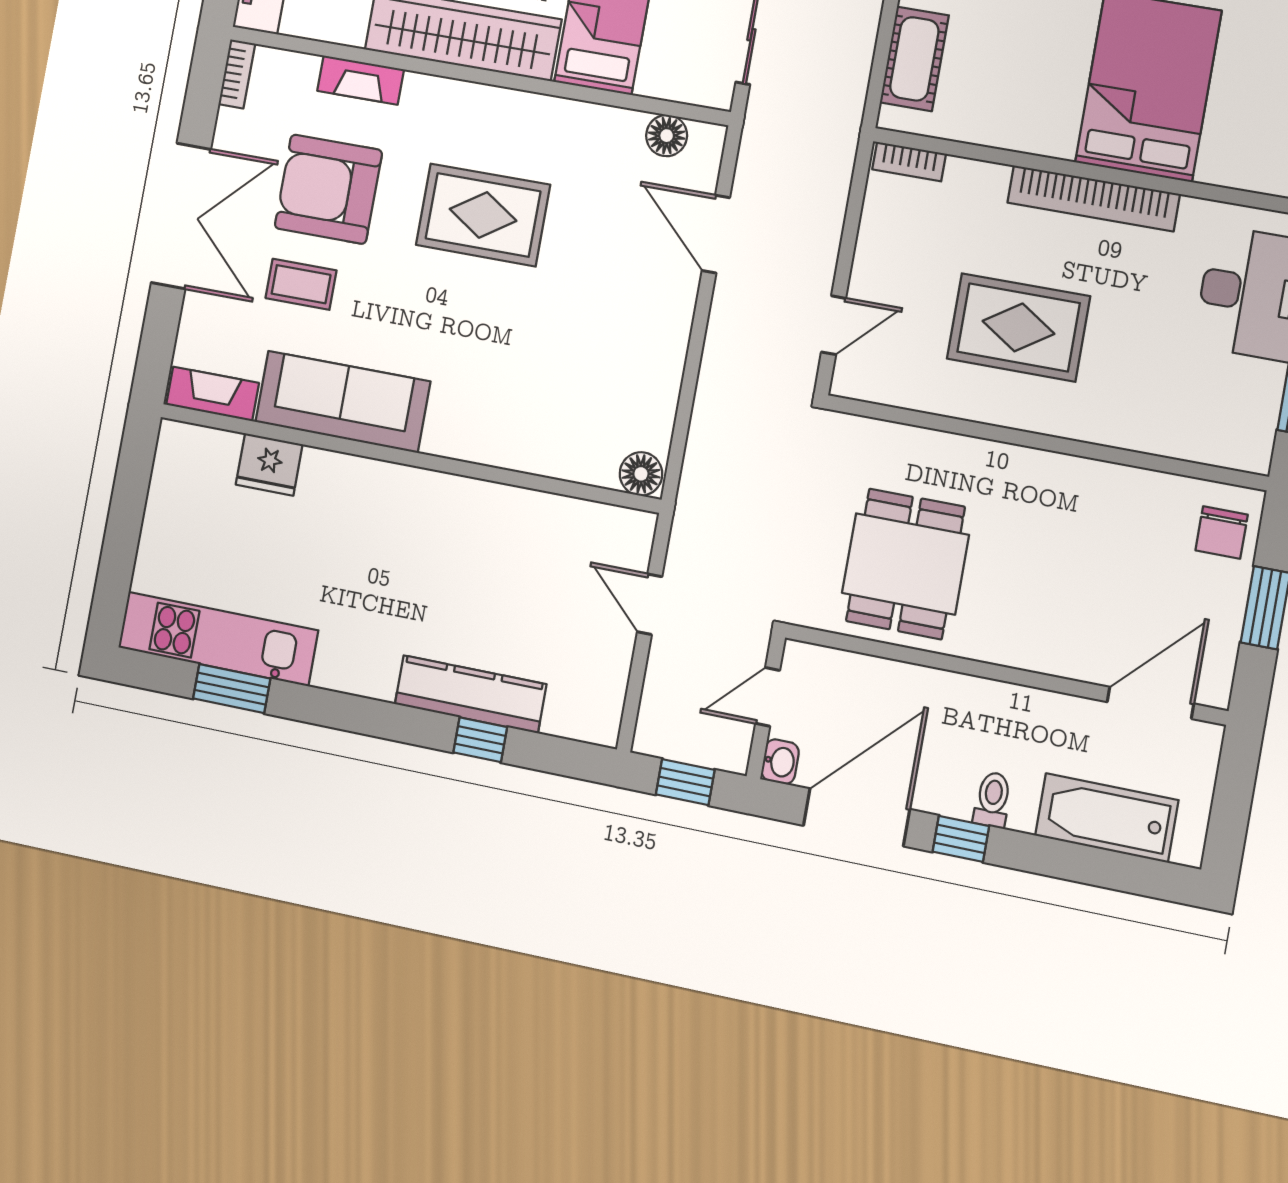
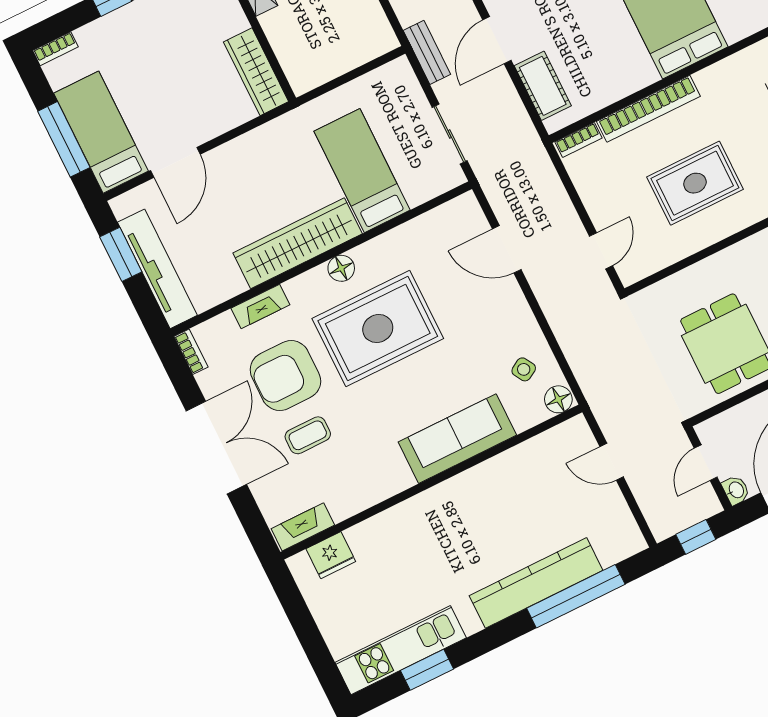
floor lamp: (667, 136) -> (341, 268), moved
bookcase: (1093, 198) -> (648, 109), moved
rug: (483, 215) -> (378, 329), width x1.37, depth x1.44
sofa: (343, 402) -> (457, 439), moved
side table: (625, 403) -> (524, 369), added
fridge: (269, 464) -> (331, 555), moved
kitchen counter: (470, 694) -> (536, 583), width x1.39, depth x1.17
window: (480, 740) -> (576, 596), width x3.17

